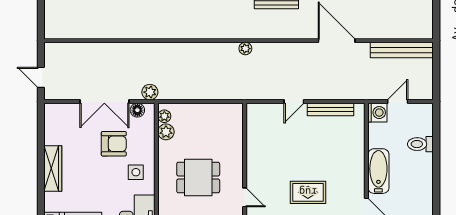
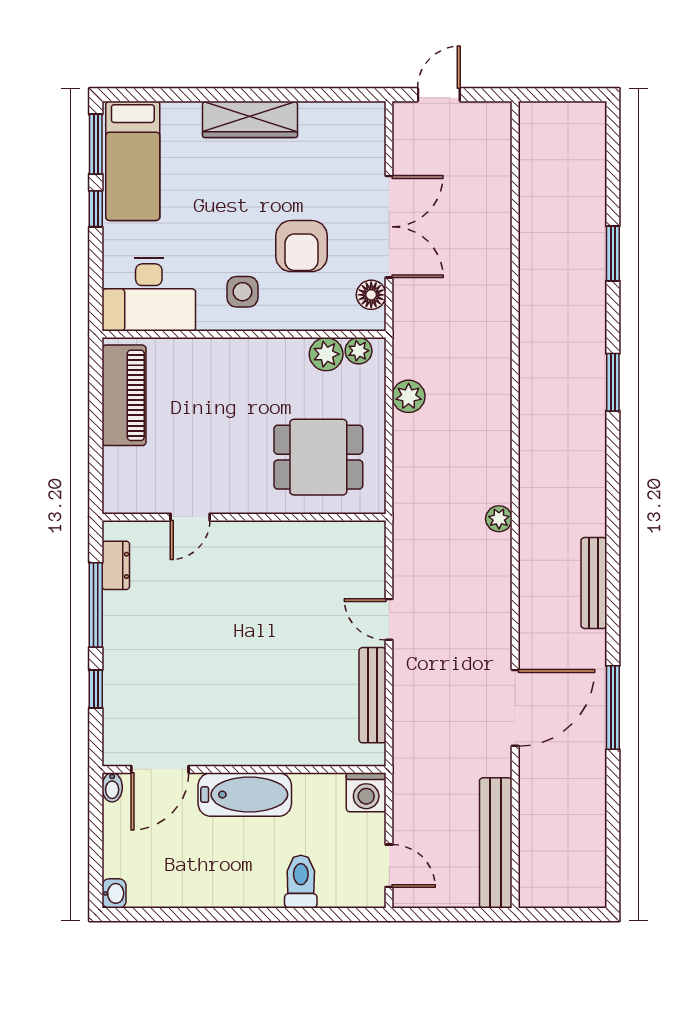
plant: (150, 92) -> (409, 396), moved
double door: (104, 101) -> (389, 227), swing flipped
door: (398, 101) -> (389, 866), moved
dining table: (198, 178) -> (318, 457), moved, turned 90
rug: (308, 192) -> (200, 649), removed

